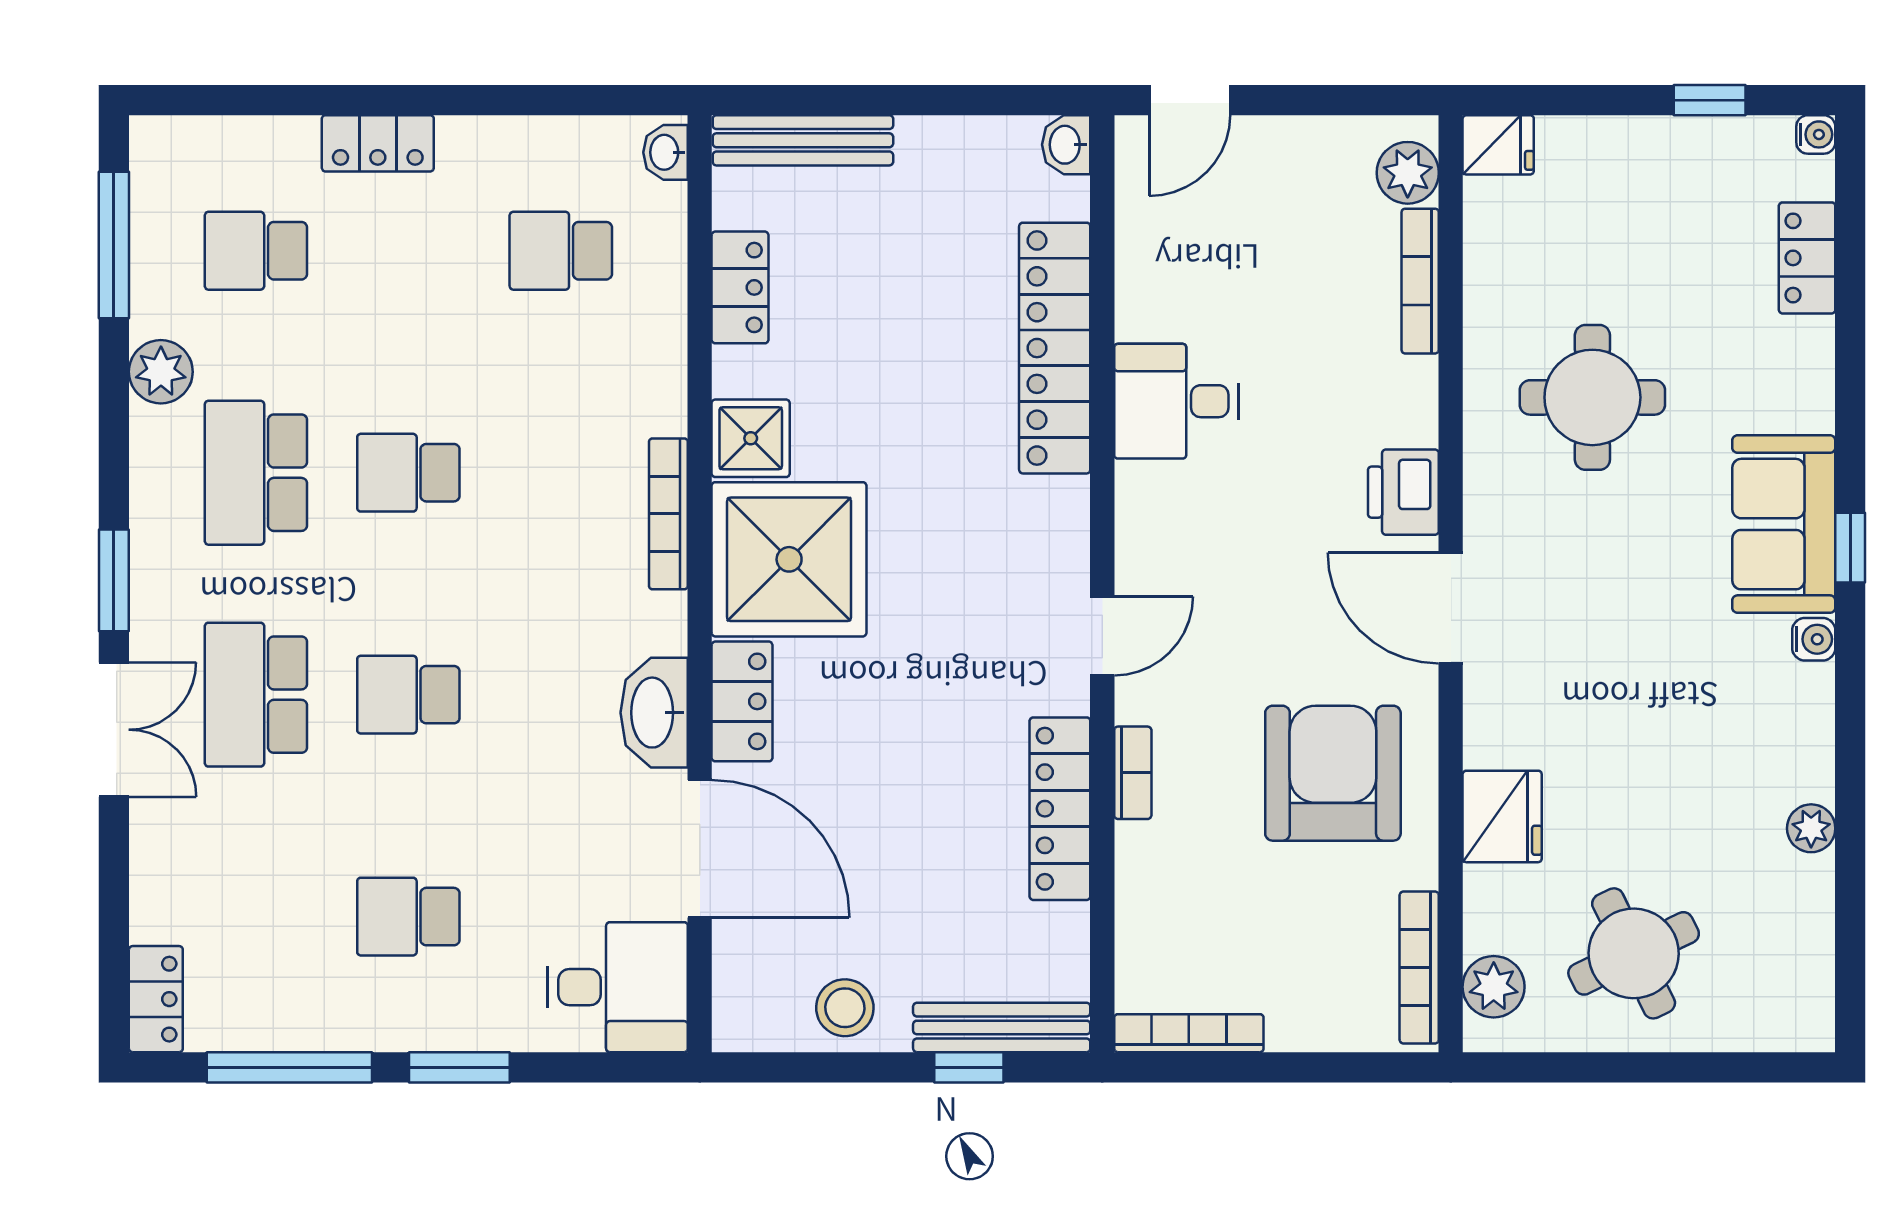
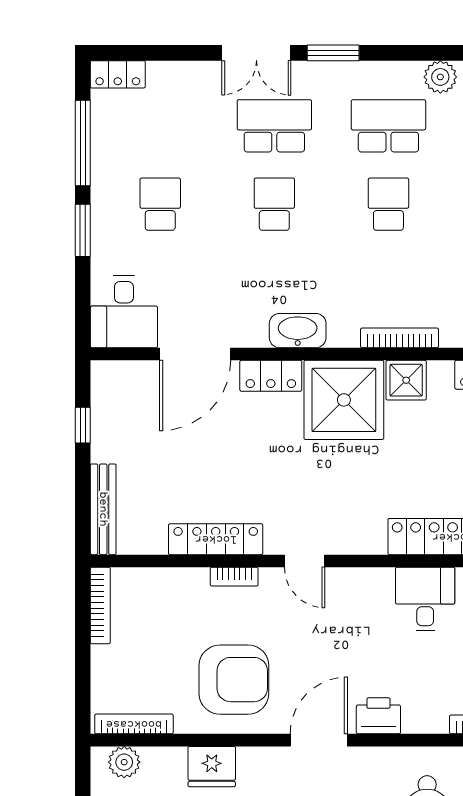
bookcase: (668, 514) -> (399, 338), moved
washbasin: (654, 713) -> (298, 331), moved
stool: (845, 1008) -> (113, 429), removed
window: (969, 1067) -> (83, 425), moved

